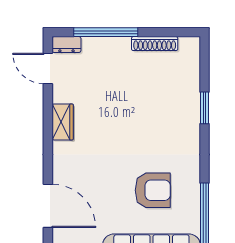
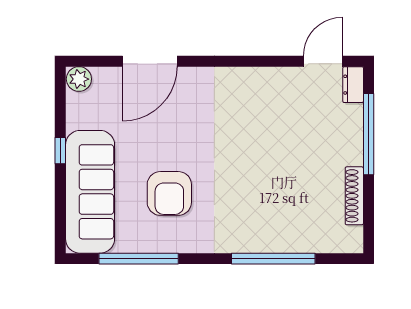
window: (204, 108) -> (273, 259), width x2.11
wardrobe: (63, 122) -> (255, 80), removed

